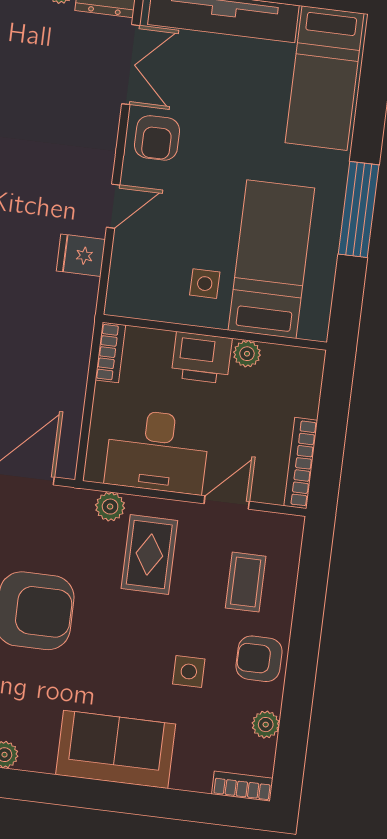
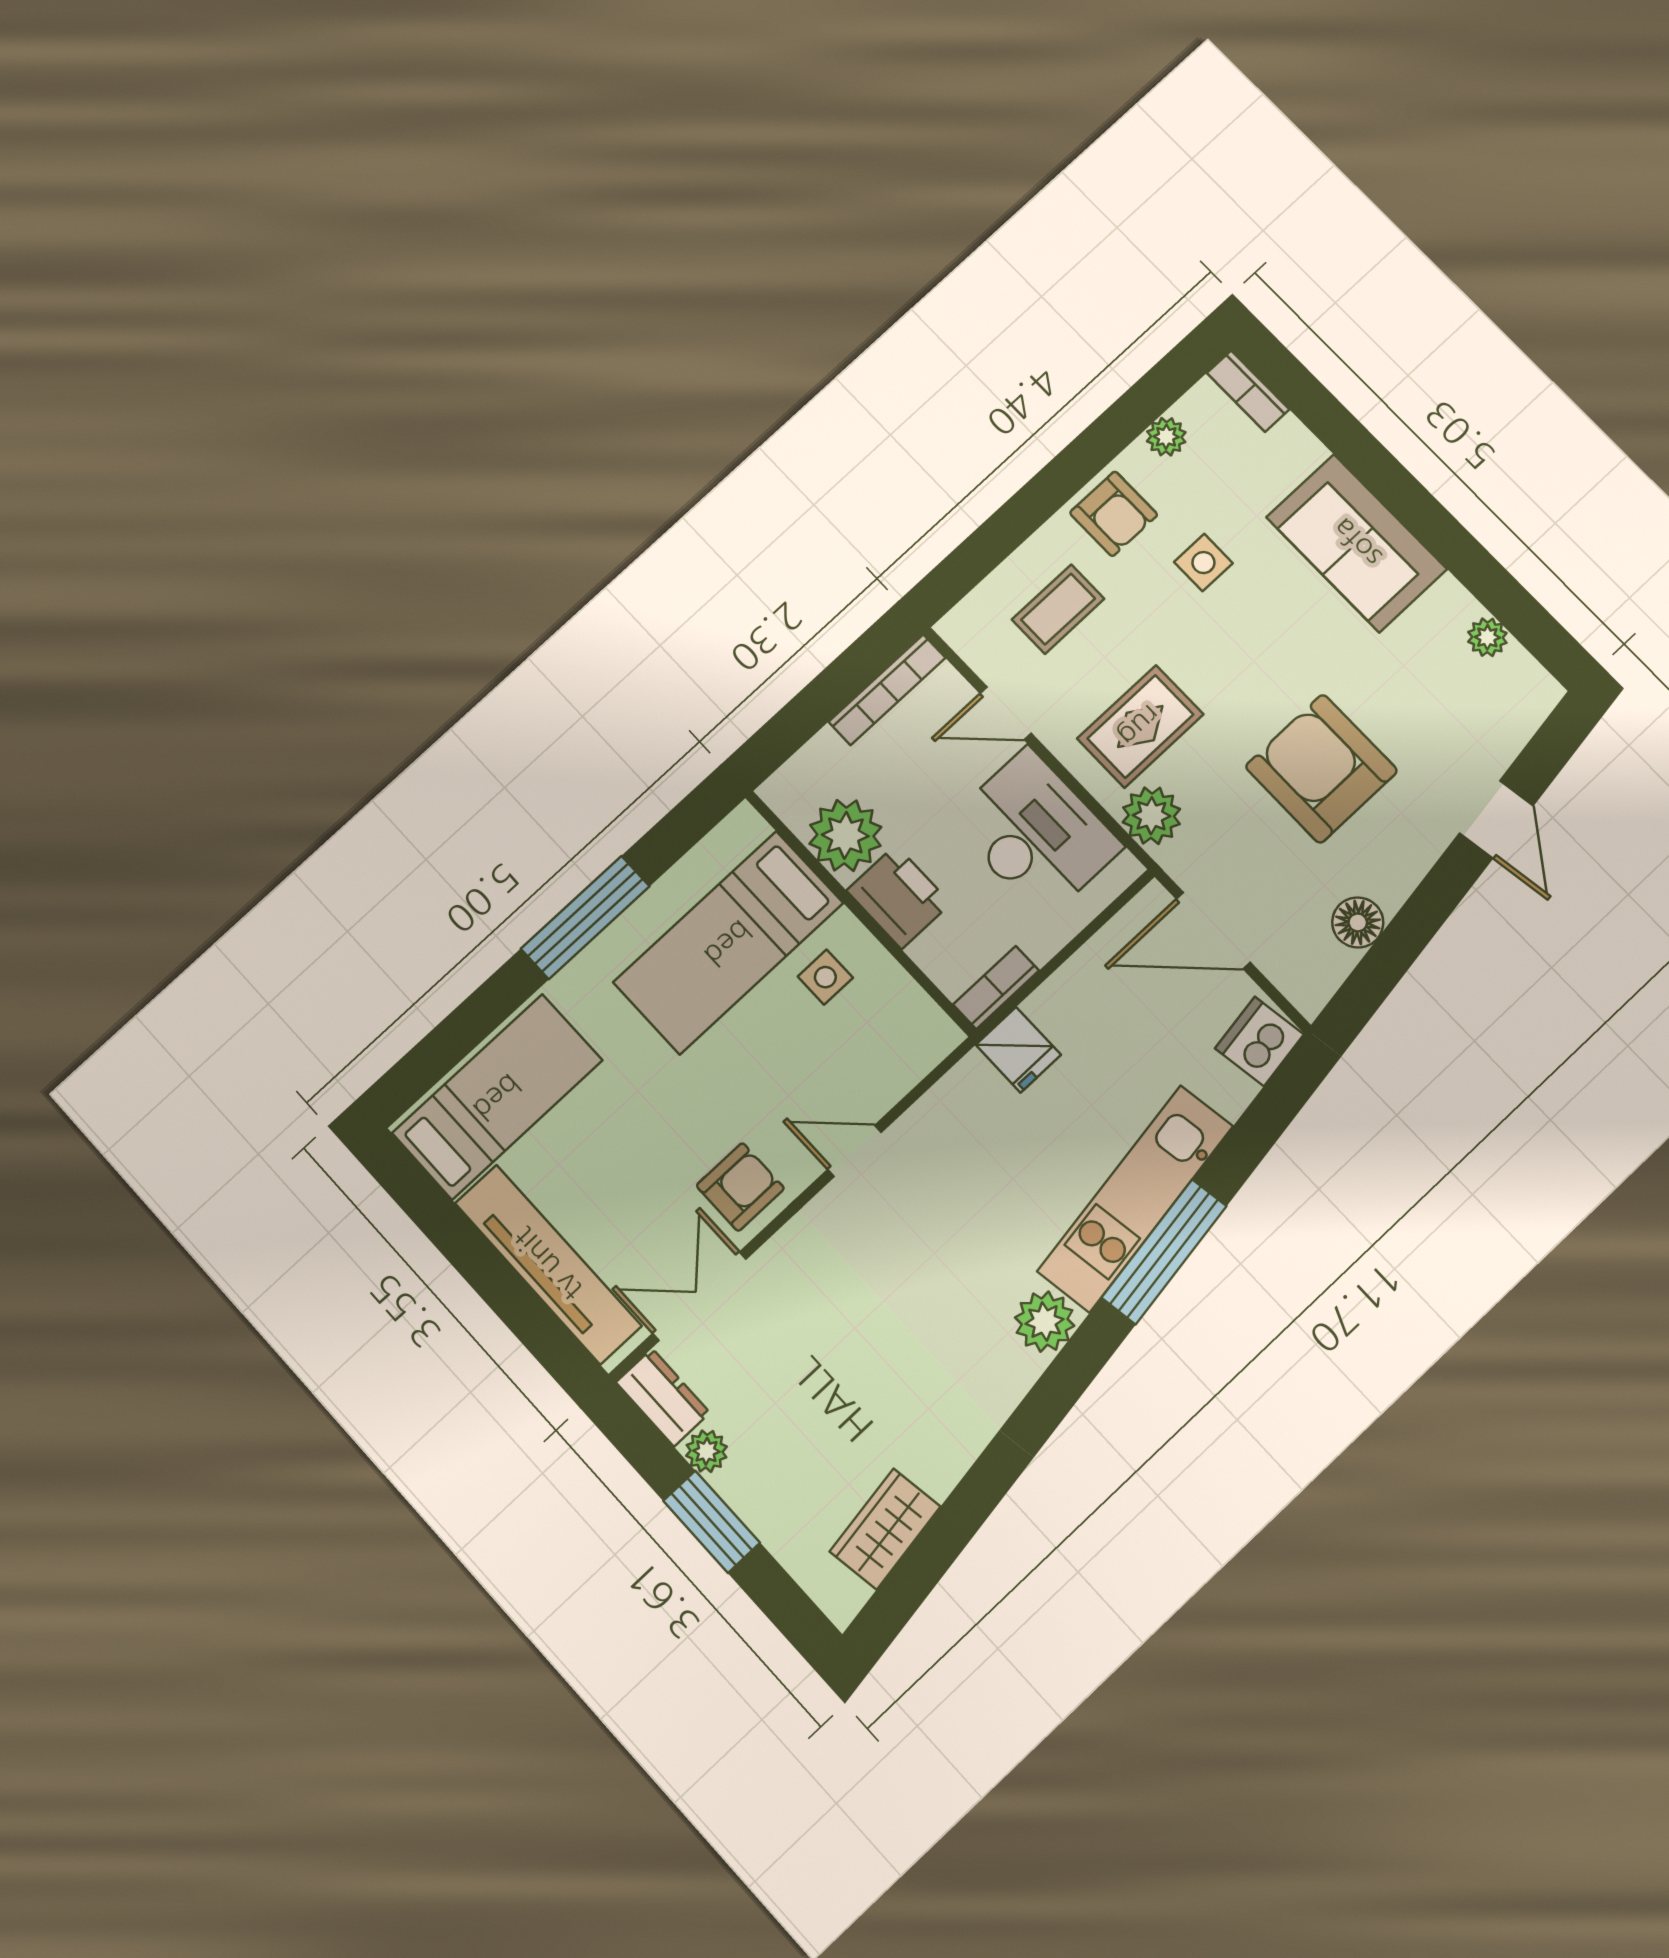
fridge: (81, 255) -> (1018, 1050), moved
plant: (247, 354) -> (845, 835), width x1.88, depth x1.88
plant: (110, 507) -> (1151, 816), width x1.38, depth x1.38

